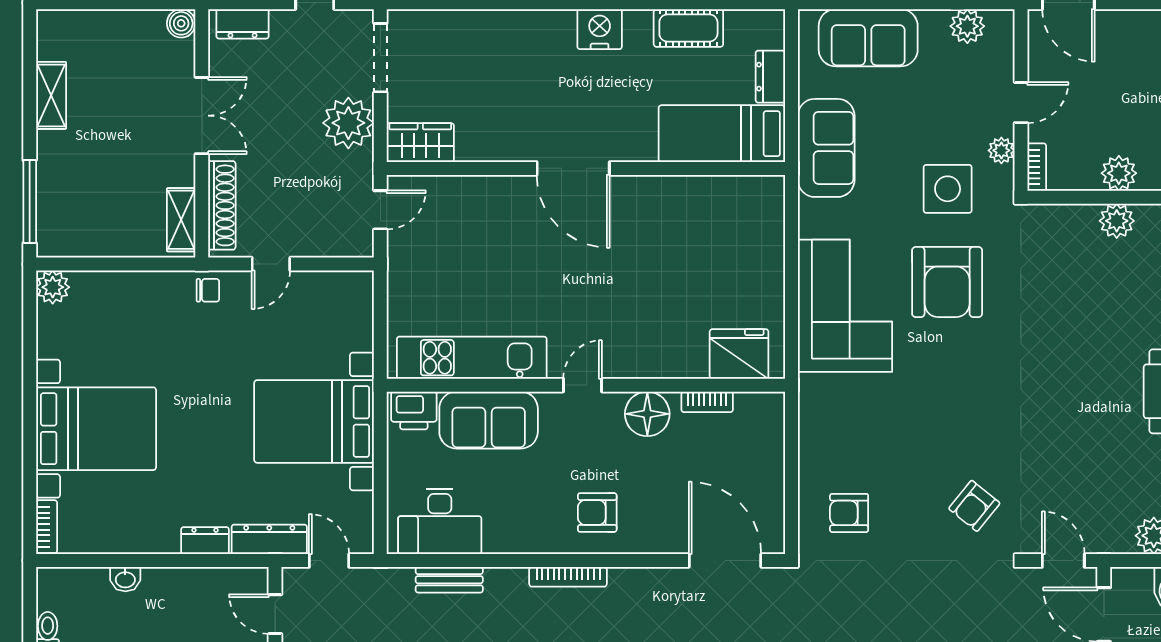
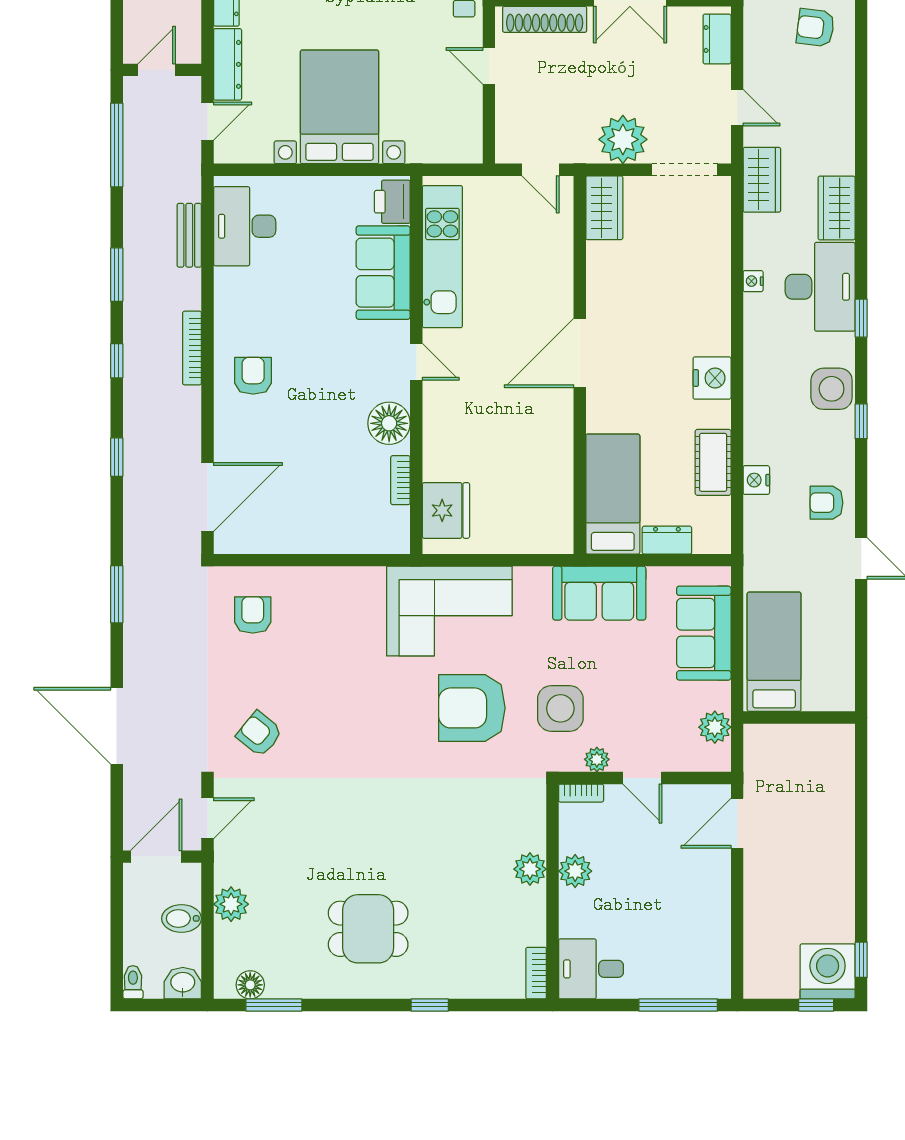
fridge: (739, 354) -> (446, 510), moved
kitchen unit: (472, 358) -> (442, 257), moved
door: (582, 385) -> (416, 362), moved
wall: (586, 385) -> (416, 365), moved
bookcase: (707, 402) -> (400, 480), moved
printer: (414, 410) -> (392, 202), moved
floor lamp: (647, 414) -> (389, 423), moved
sofa: (489, 420) -> (383, 273), moved

